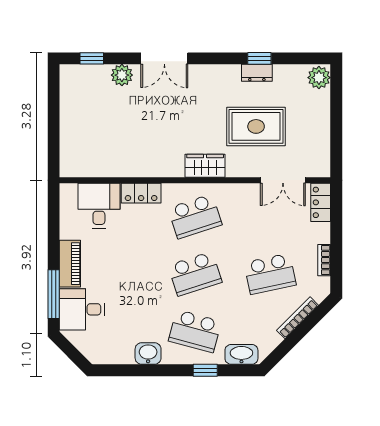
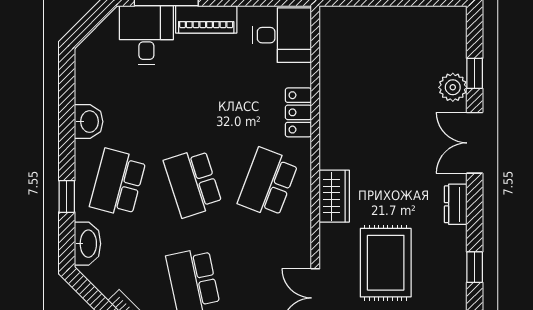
window: (92, 58) -> (475, 73), moved
dresser: (257, 73) -> (456, 204), moved
desk: (99, 206) -> (282, 35), moved
school desk: (195, 216) -> (268, 183), turned 39

